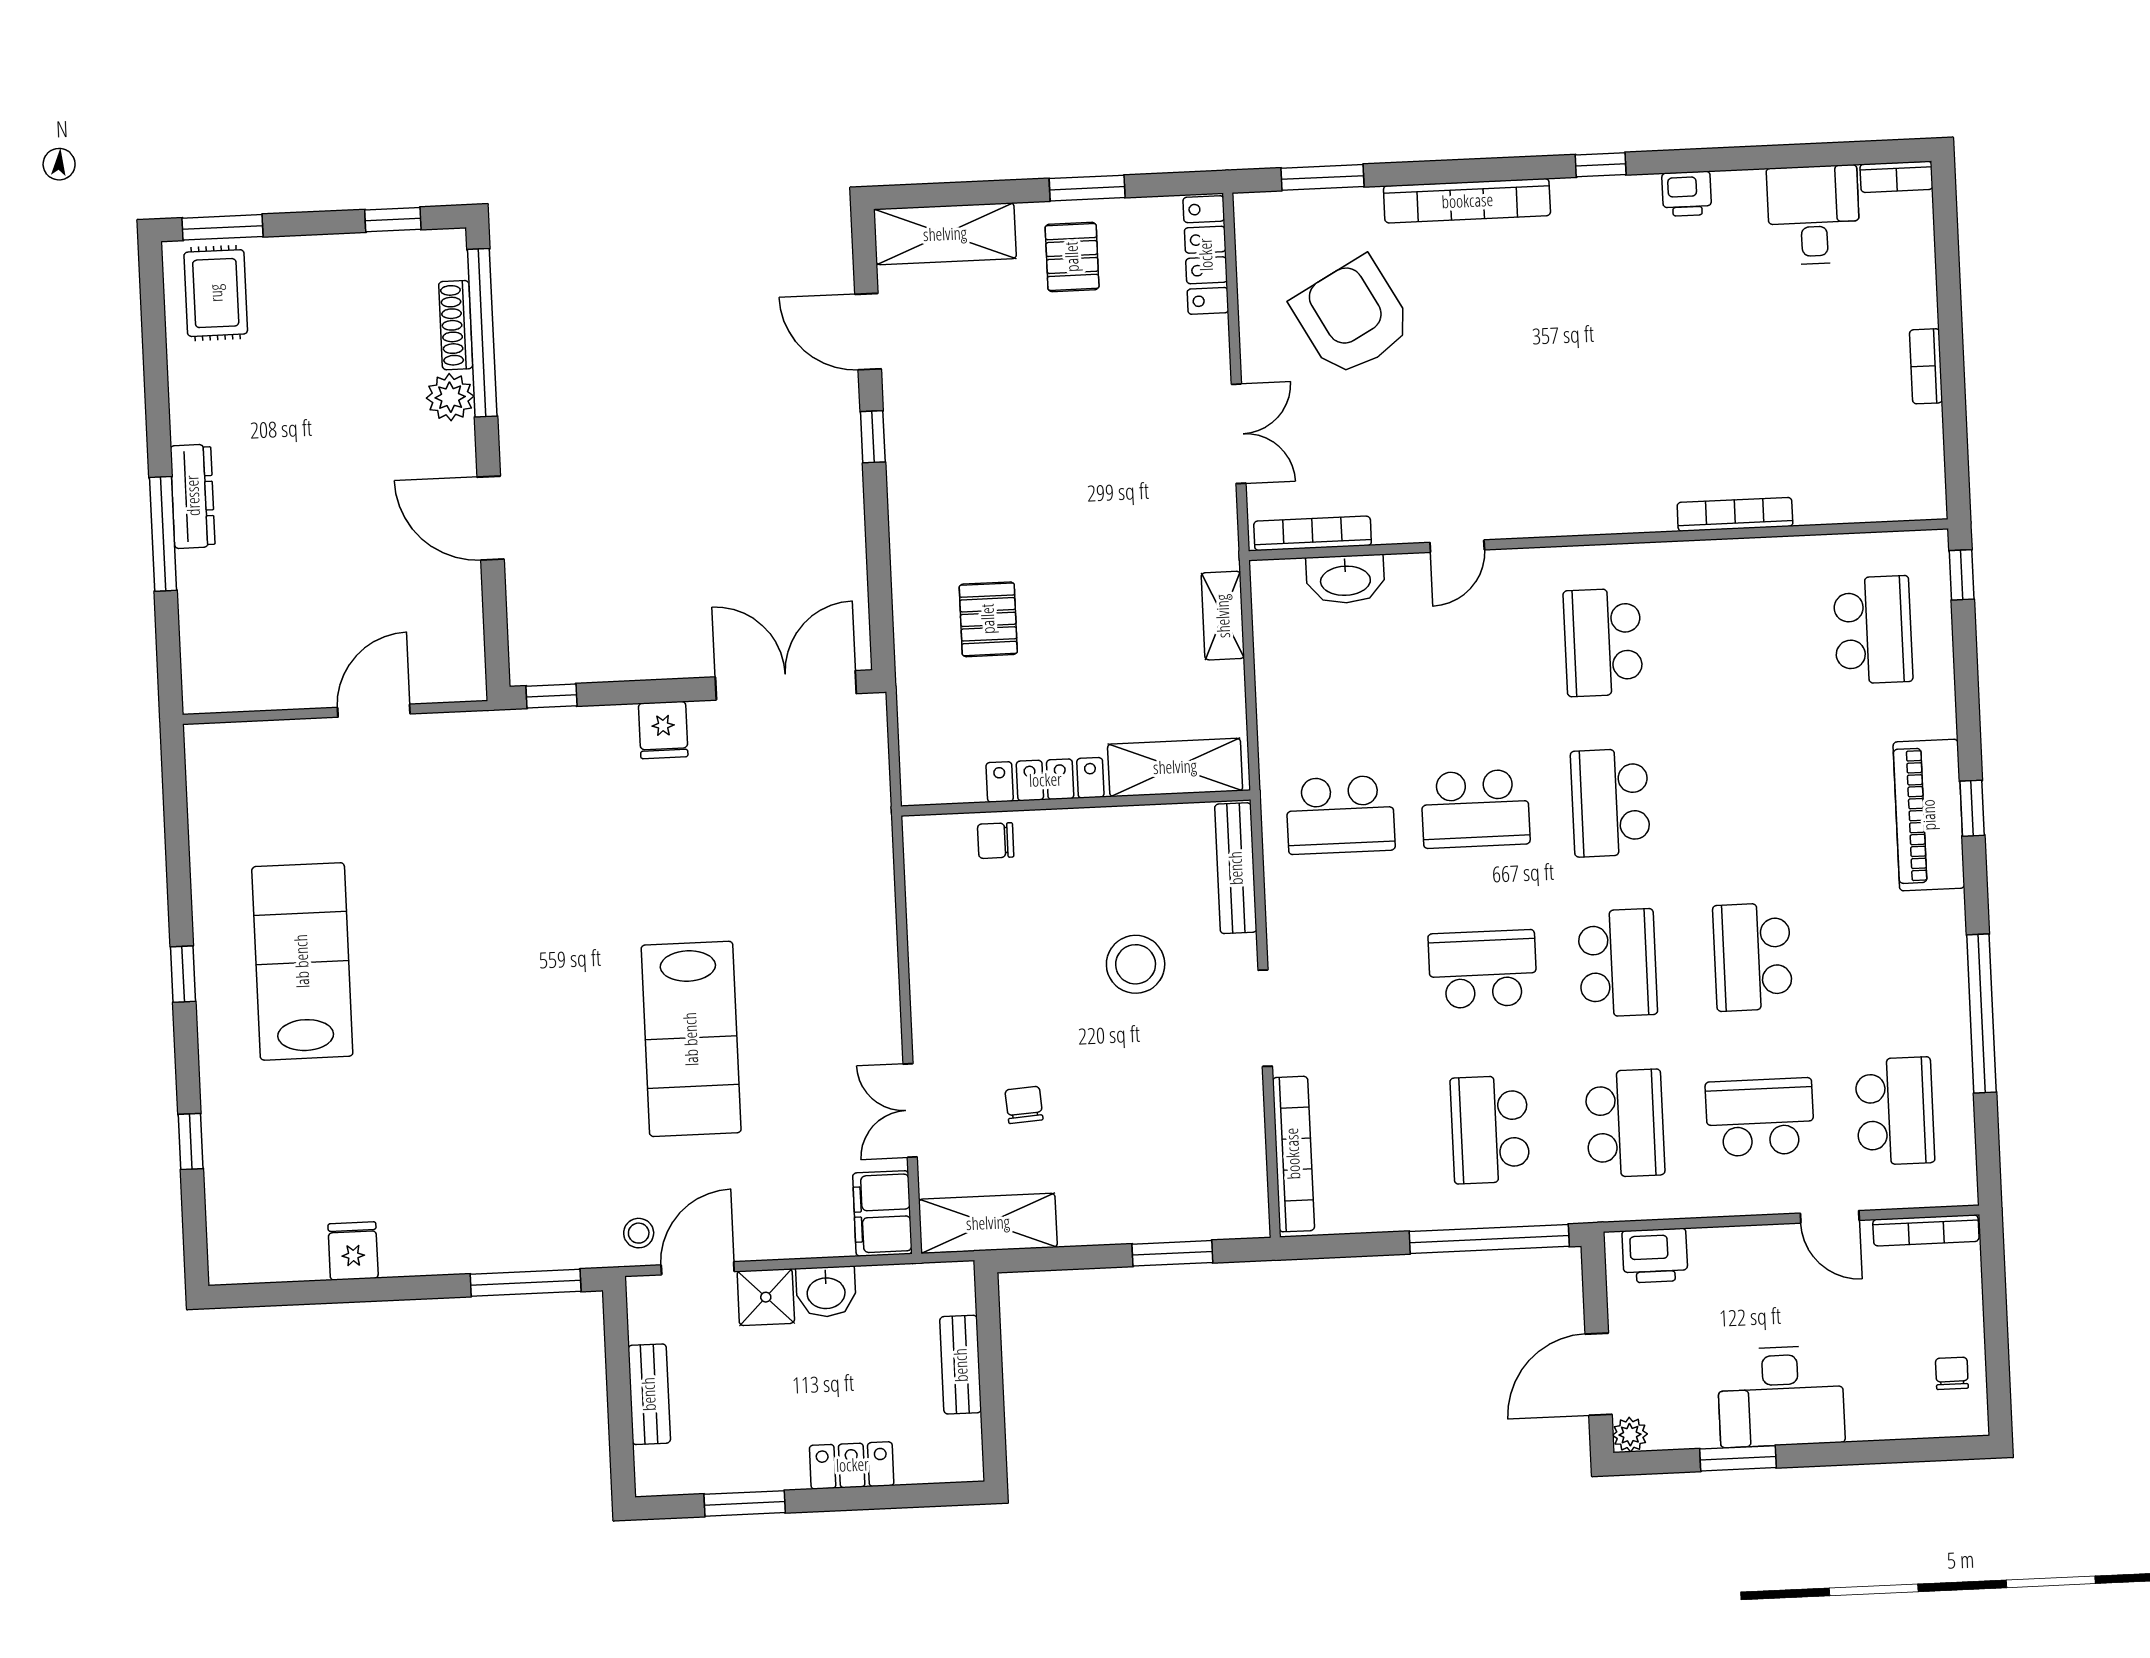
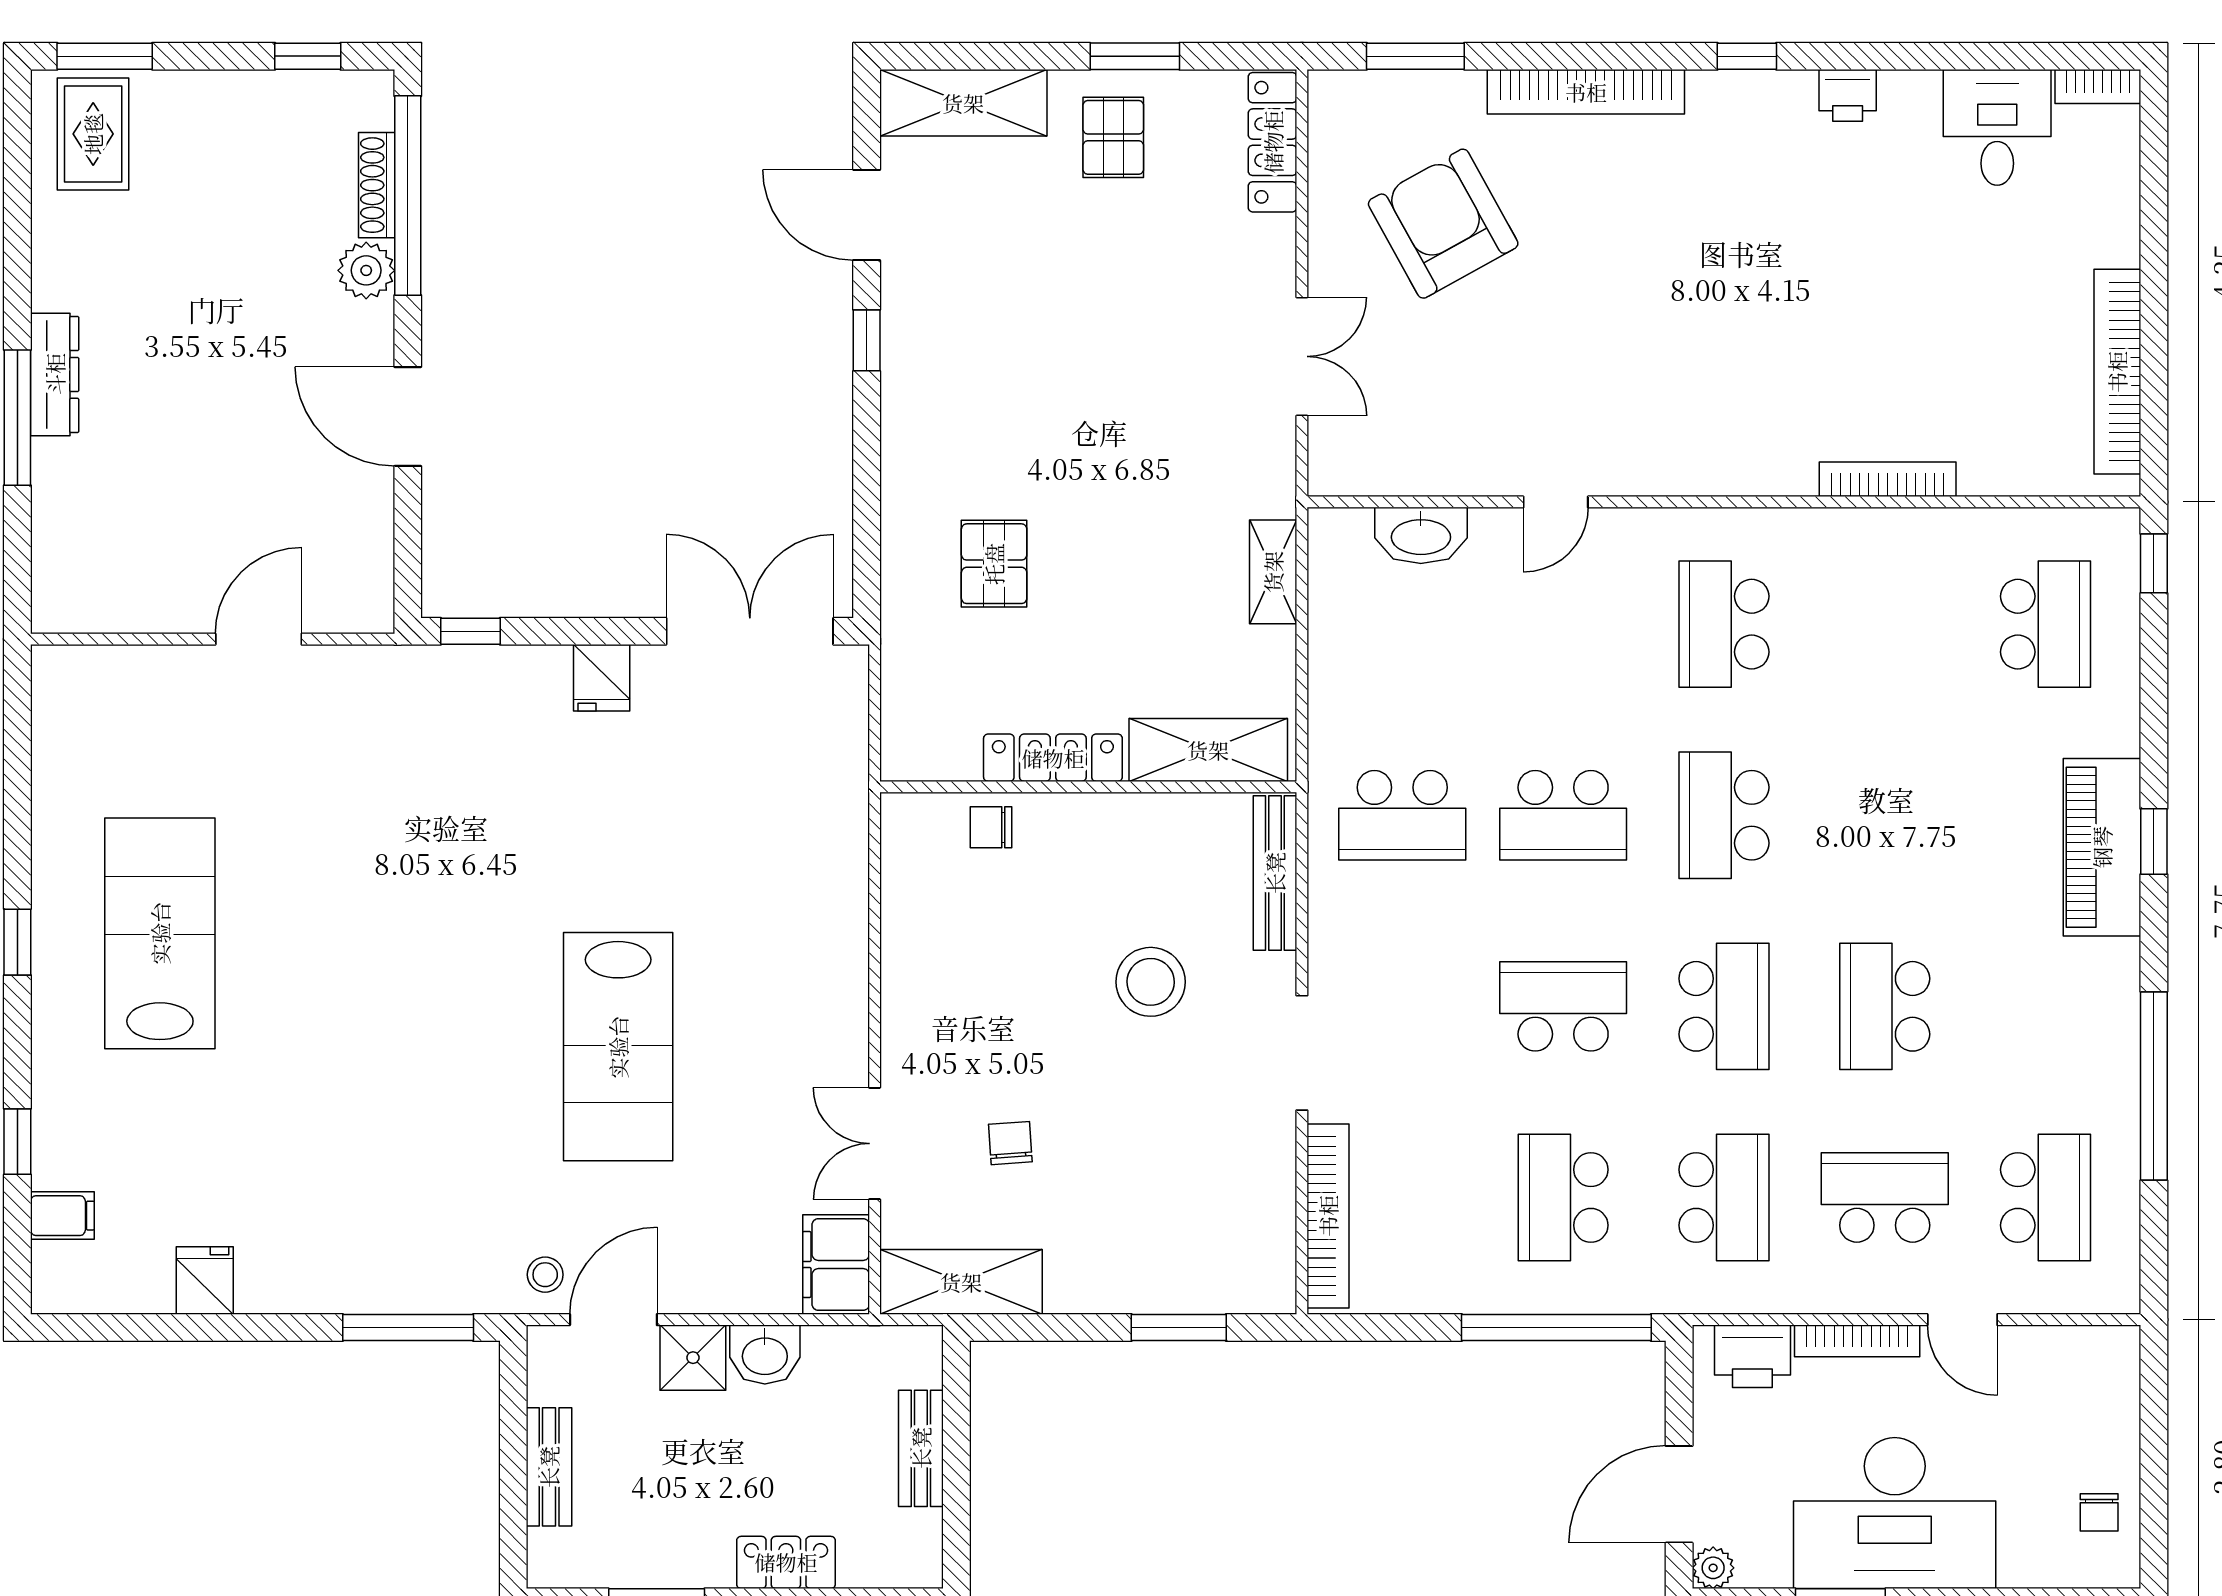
bookcase: (1926, 366) -> (2117, 372), width x2.31, depth x1.31
bookcase: (1313, 533) -> (1384, 479), removed
filing cabinet: (231, 1202) -> (62, 1216), added
bookcase: (1926, 1230) -> (1857, 1341), moved
chair: (1952, 1373) -> (2099, 1512), turned 180
desk: (1781, 1396) -> (1895, 1513), width x1.36, depth x1.30

